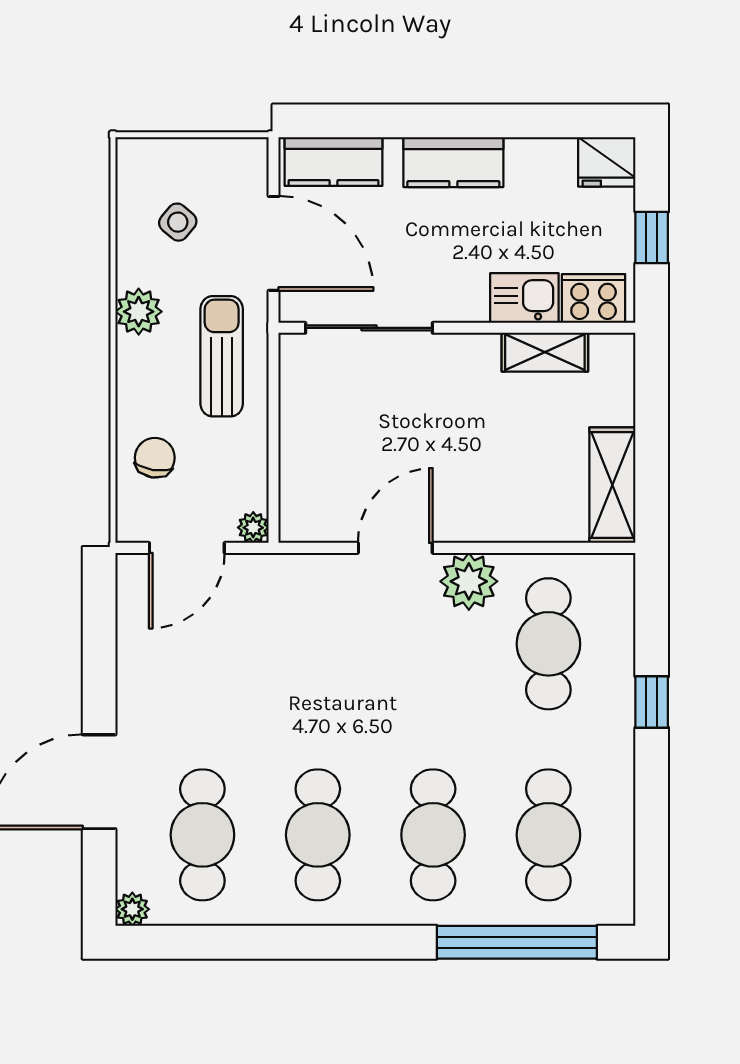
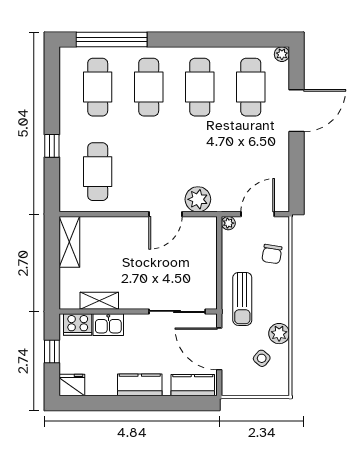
plant: (139, 312) -> (279, 334), moved
plant: (469, 581) -> (198, 199), moved

